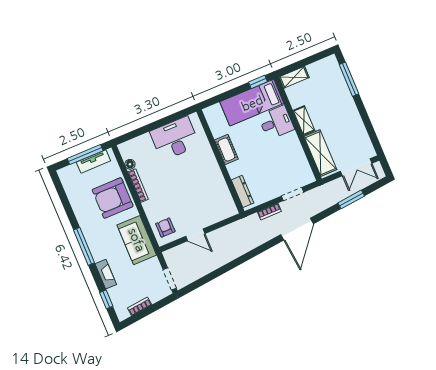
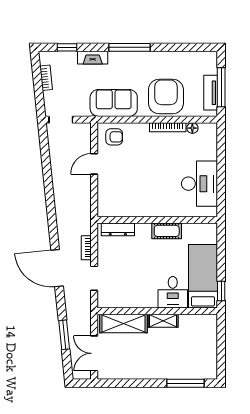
shelving: (294, 77) -> (211, 329), removed

